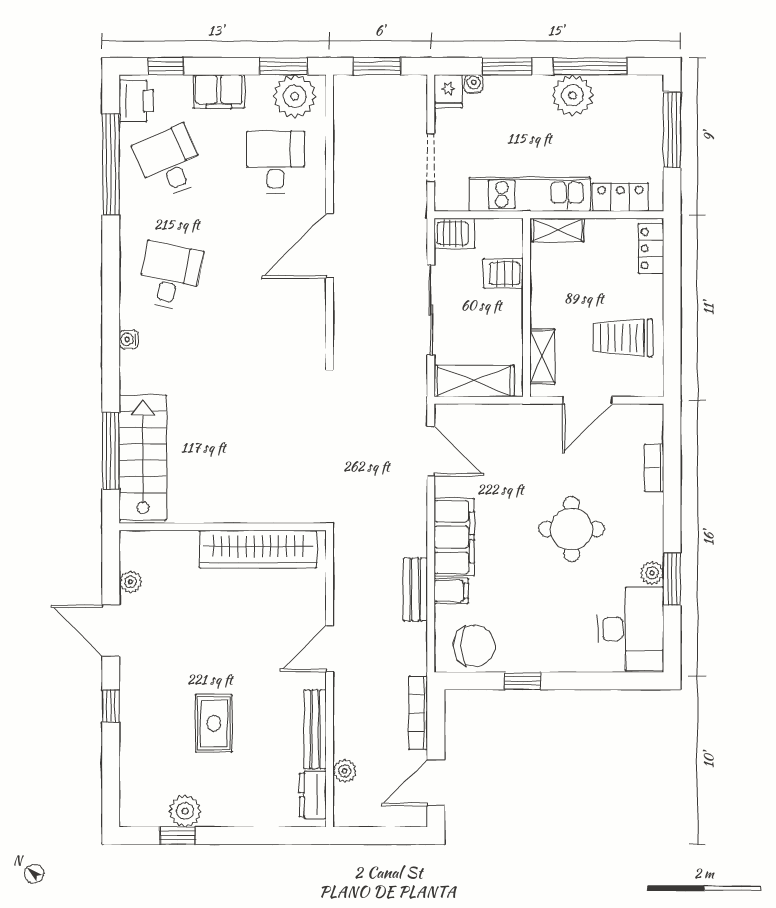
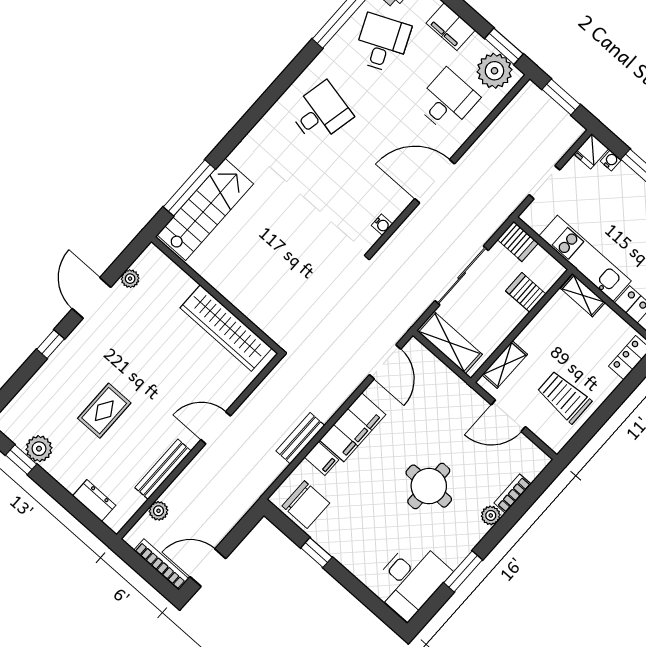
water cooler: (129, 339) -> (382, 225), moved, turned 180
plant: (652, 573) -> (491, 515), moved
bookcase: (418, 713) -> (161, 564), moved, turned 90
dresser: (313, 795) -> (94, 501), moved, turned 90

